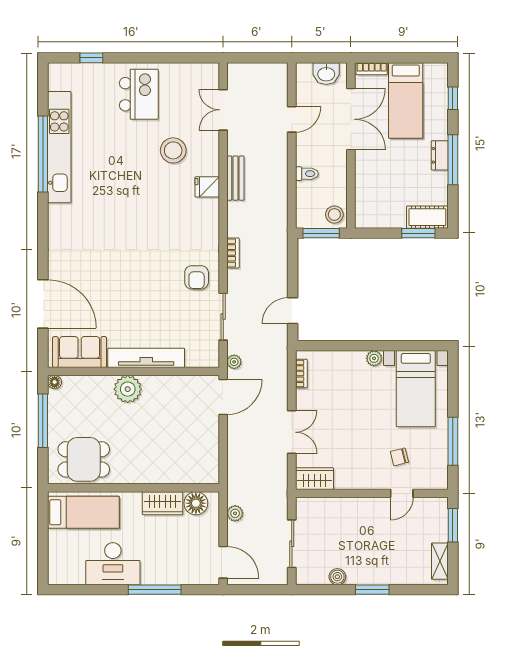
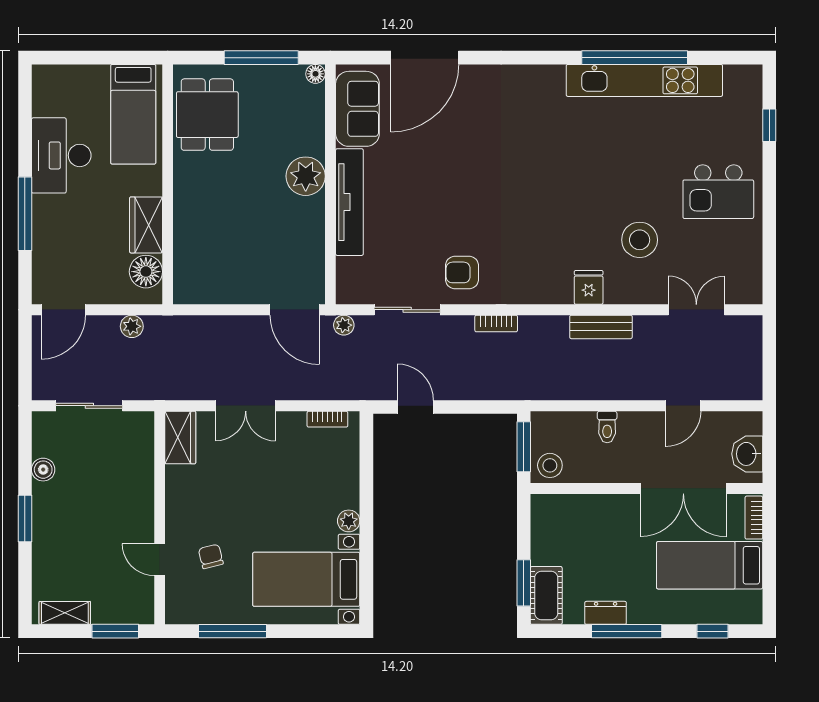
door: (292, 119) -> (683, 406), hinge flipped
dresser: (440, 155) -> (606, 613), moved

